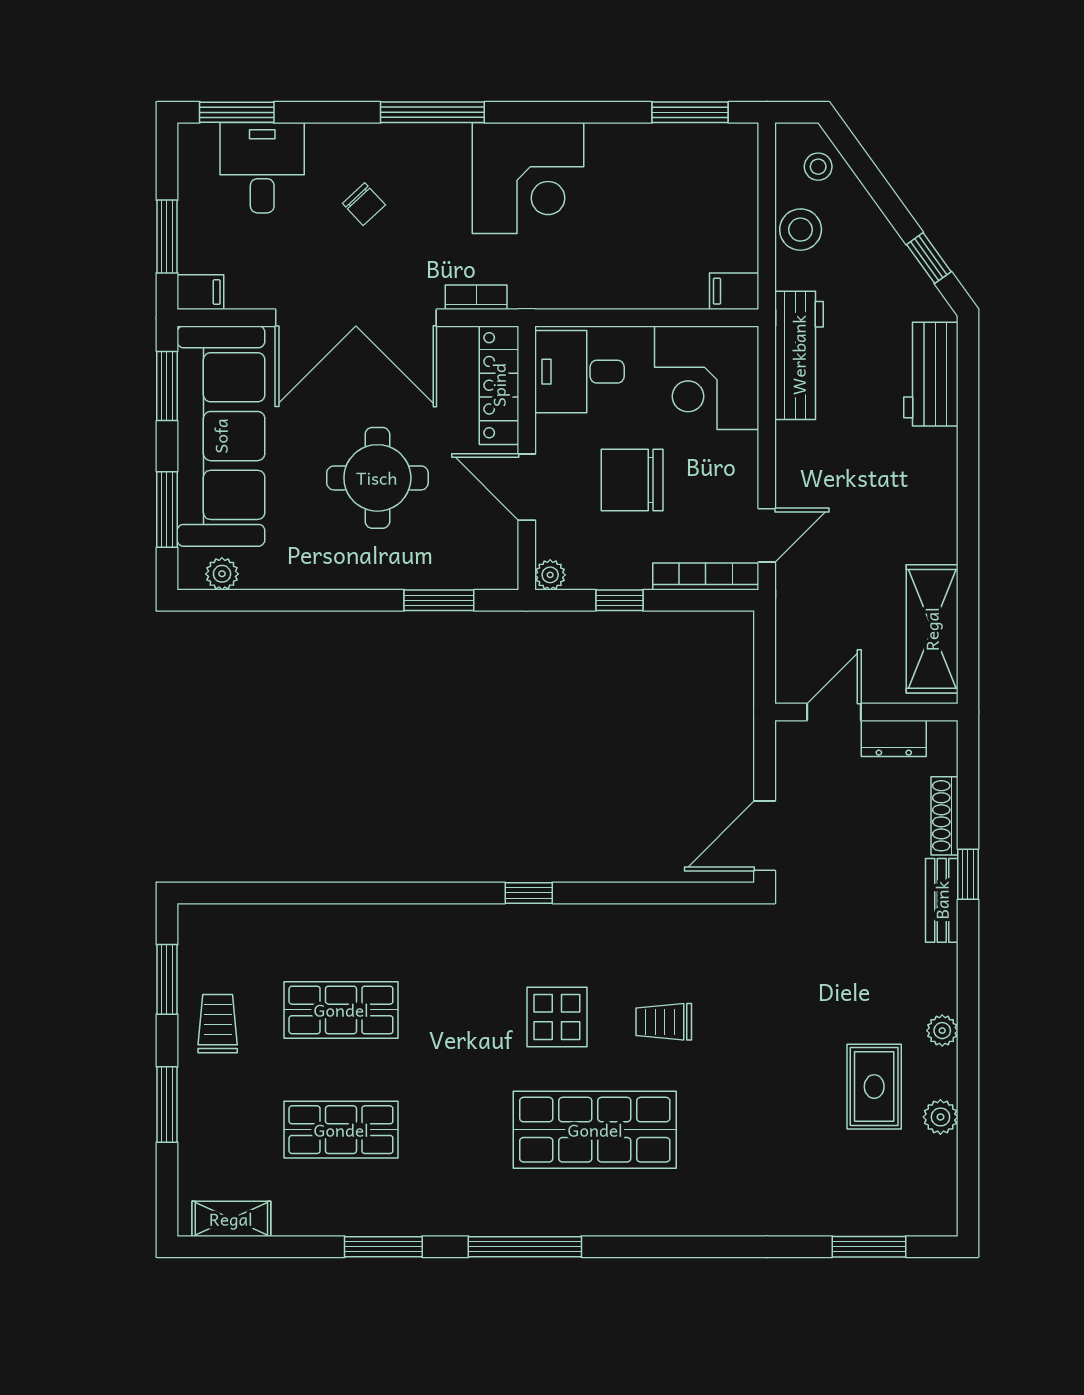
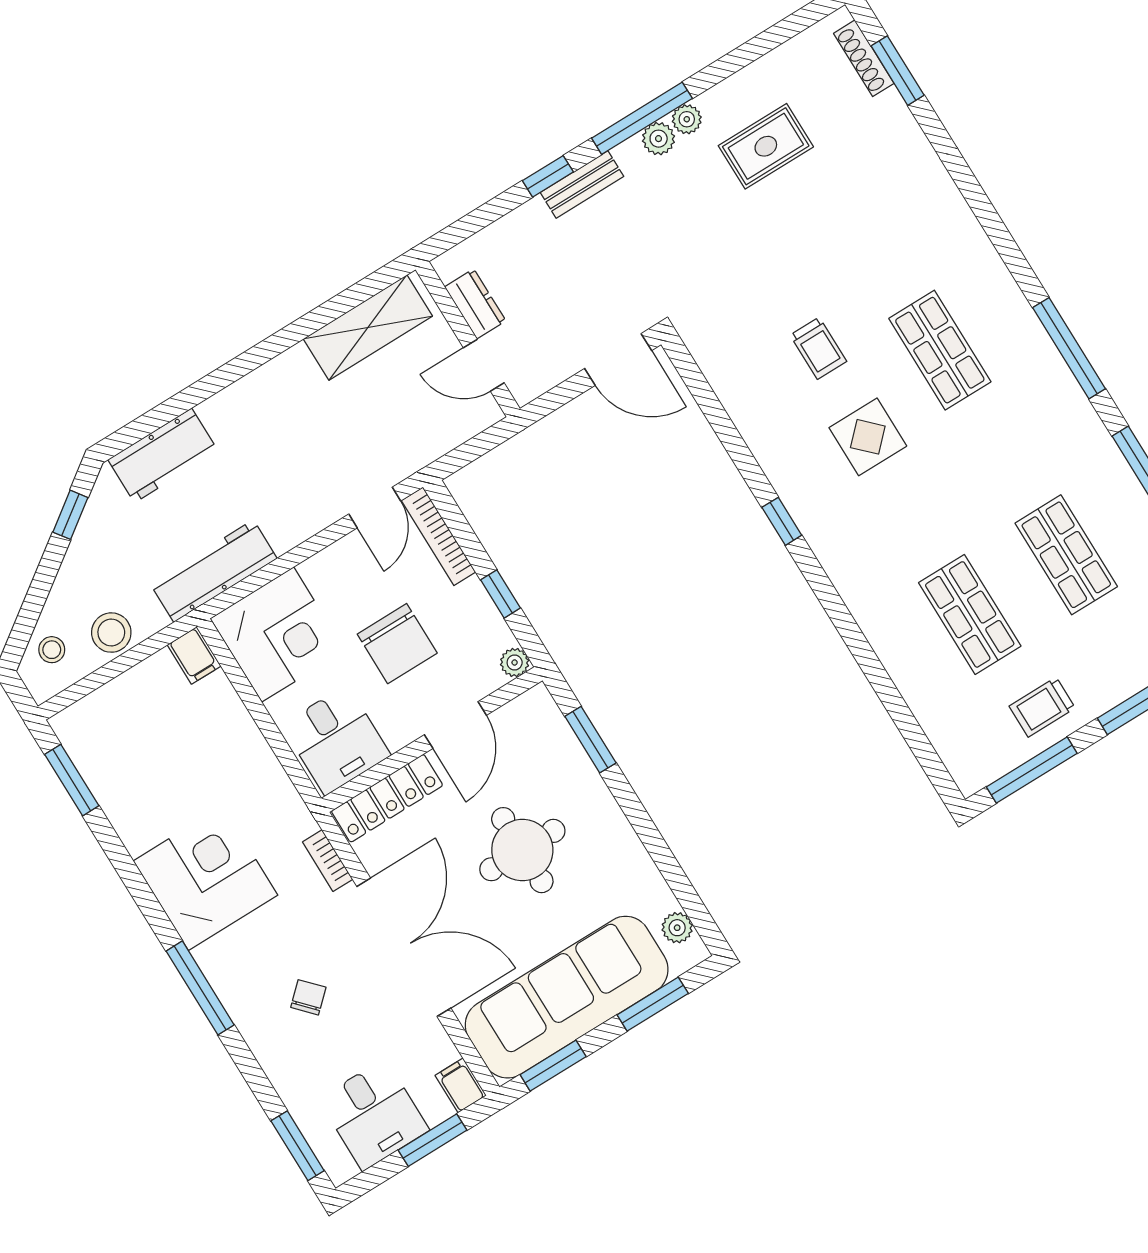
desk: (262, 168) -> (374, 1115), moved, turned -90
door: (767, 535) -> (375, 508), swing flipped
shoe rack: (944, 816) -> (864, 58), moved, turned 90
window: (167, 979) -> (1032, 770), width x1.44
window: (968, 991) -> (642, 118), added
plant: (940, 1117) -> (659, 139), moved
shop shelf: (595, 1130) -> (940, 350), width x0.70, depth x0.74

